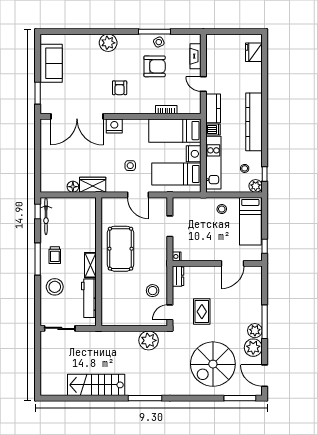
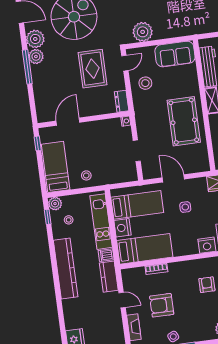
armchair: (155, 66) -> (162, 305), moved
rug: (202, 312) -> (93, 69), width x1.36, depth x1.43
sofa: (120, 315) -> (175, 54), added

